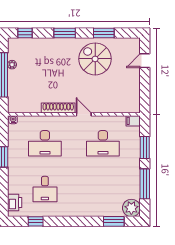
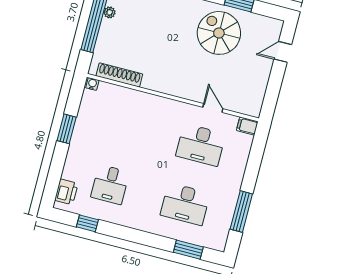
shoe rack: (58, 108) -> (119, 75), moved
door: (84, 114) -> (213, 108), moved
desk: (45, 143) -> (185, 204), moved
window: (145, 147) -> (254, 164), removed
plant: (131, 208) -> (216, 238), removed

